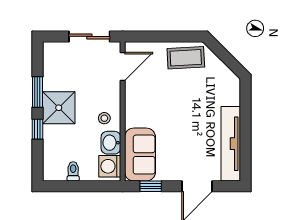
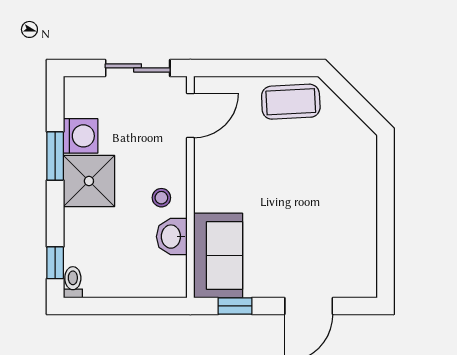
window: (37, 129) -> (55, 263), moved
tv unit: (231, 144) -> (362, 238), removed
washing machine: (110, 166) -> (81, 136), moved, turned 180
toilet: (73, 171) -> (73, 282), moved

